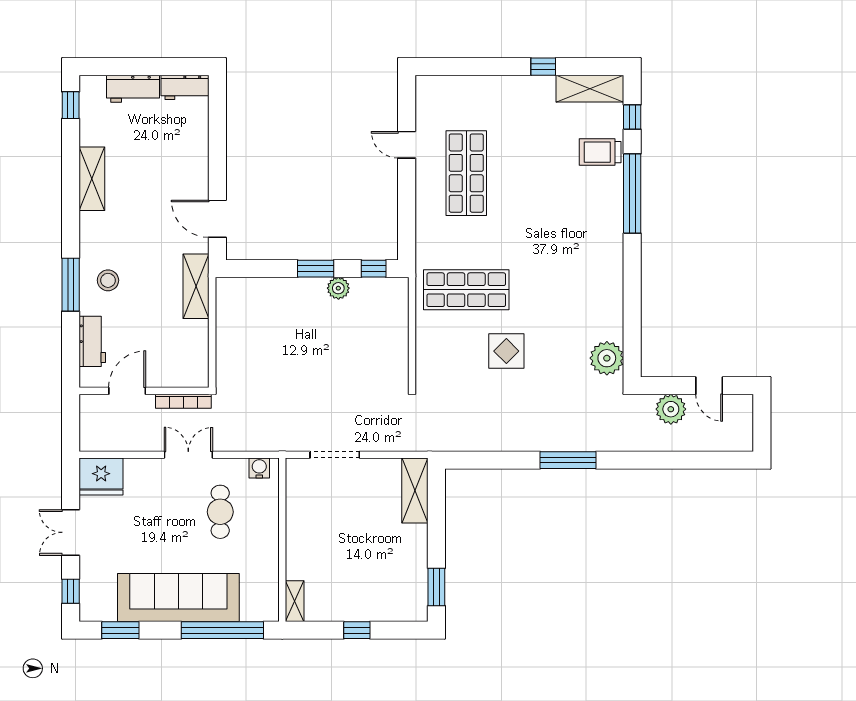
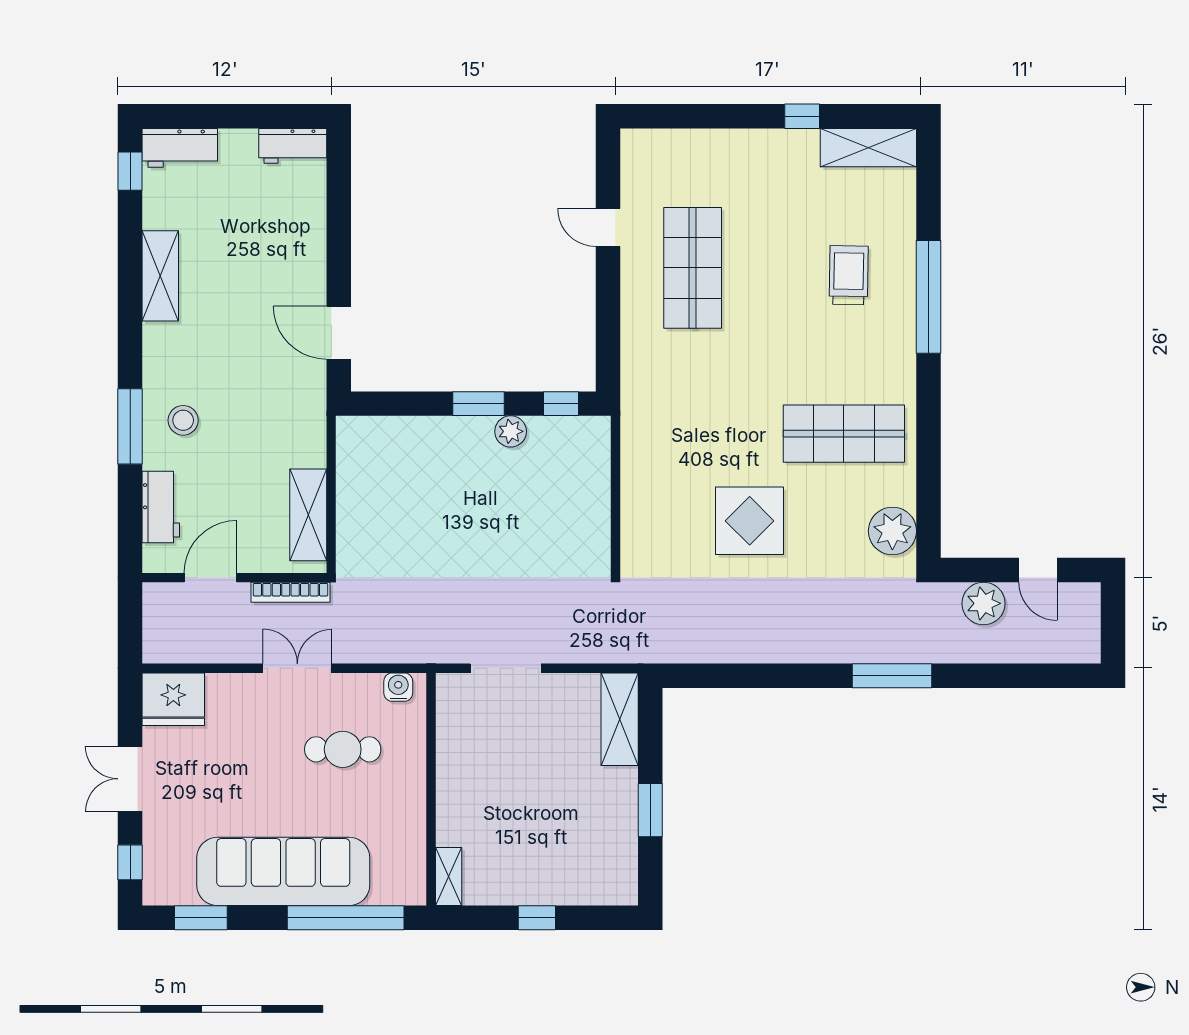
workbench: (133, 89) -> (180, 148), moved
window: (632, 117) -> (928, 188), removed
trolley: (600, 152) -> (849, 275), moved, turned 91
shelving: (196, 286) -> (308, 515), moved
shop shelf: (466, 290) -> (844, 434), moved
display table: (506, 351) -> (750, 521), width x1.36, depth x1.36
window: (568, 460) -> (892, 676), moved
cafe table: (220, 512) -> (343, 749), turned 90
window: (436, 587) -> (650, 810), moved

